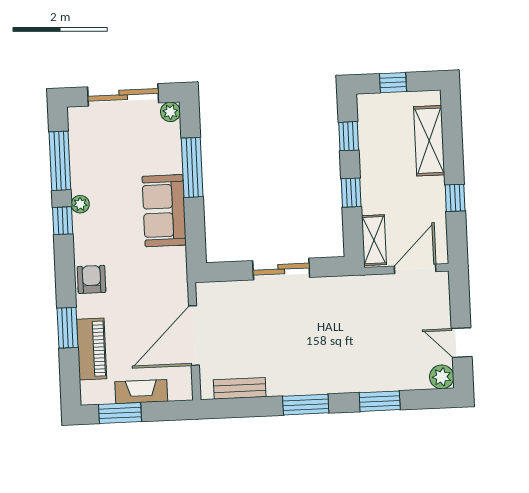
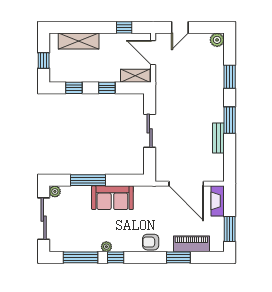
window: (455, 198) -> (124, 27), moved
door: (462, 343) -> (180, 27), moved
bench: (240, 388) -> (218, 138), moved
fireplace: (141, 392) -> (218, 201), moved

